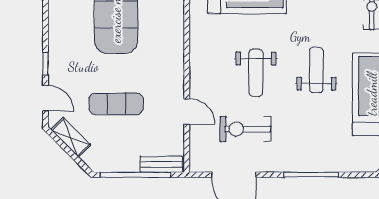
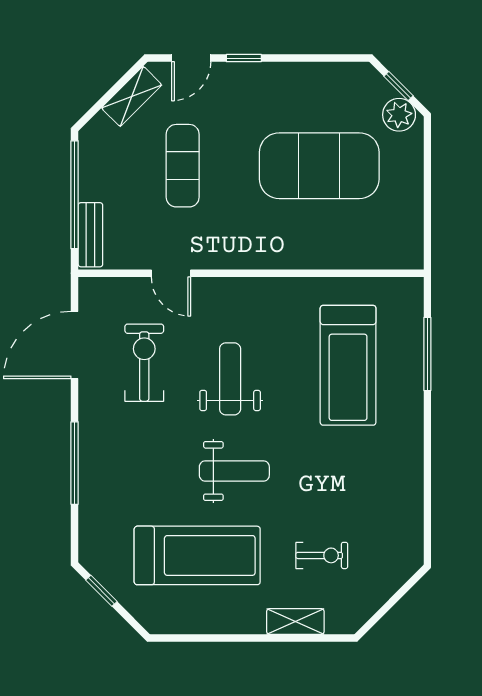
weight bench: (256, 73) -> (230, 379), turned 90
door: (187, 112) -> (171, 273), hinge flipped

